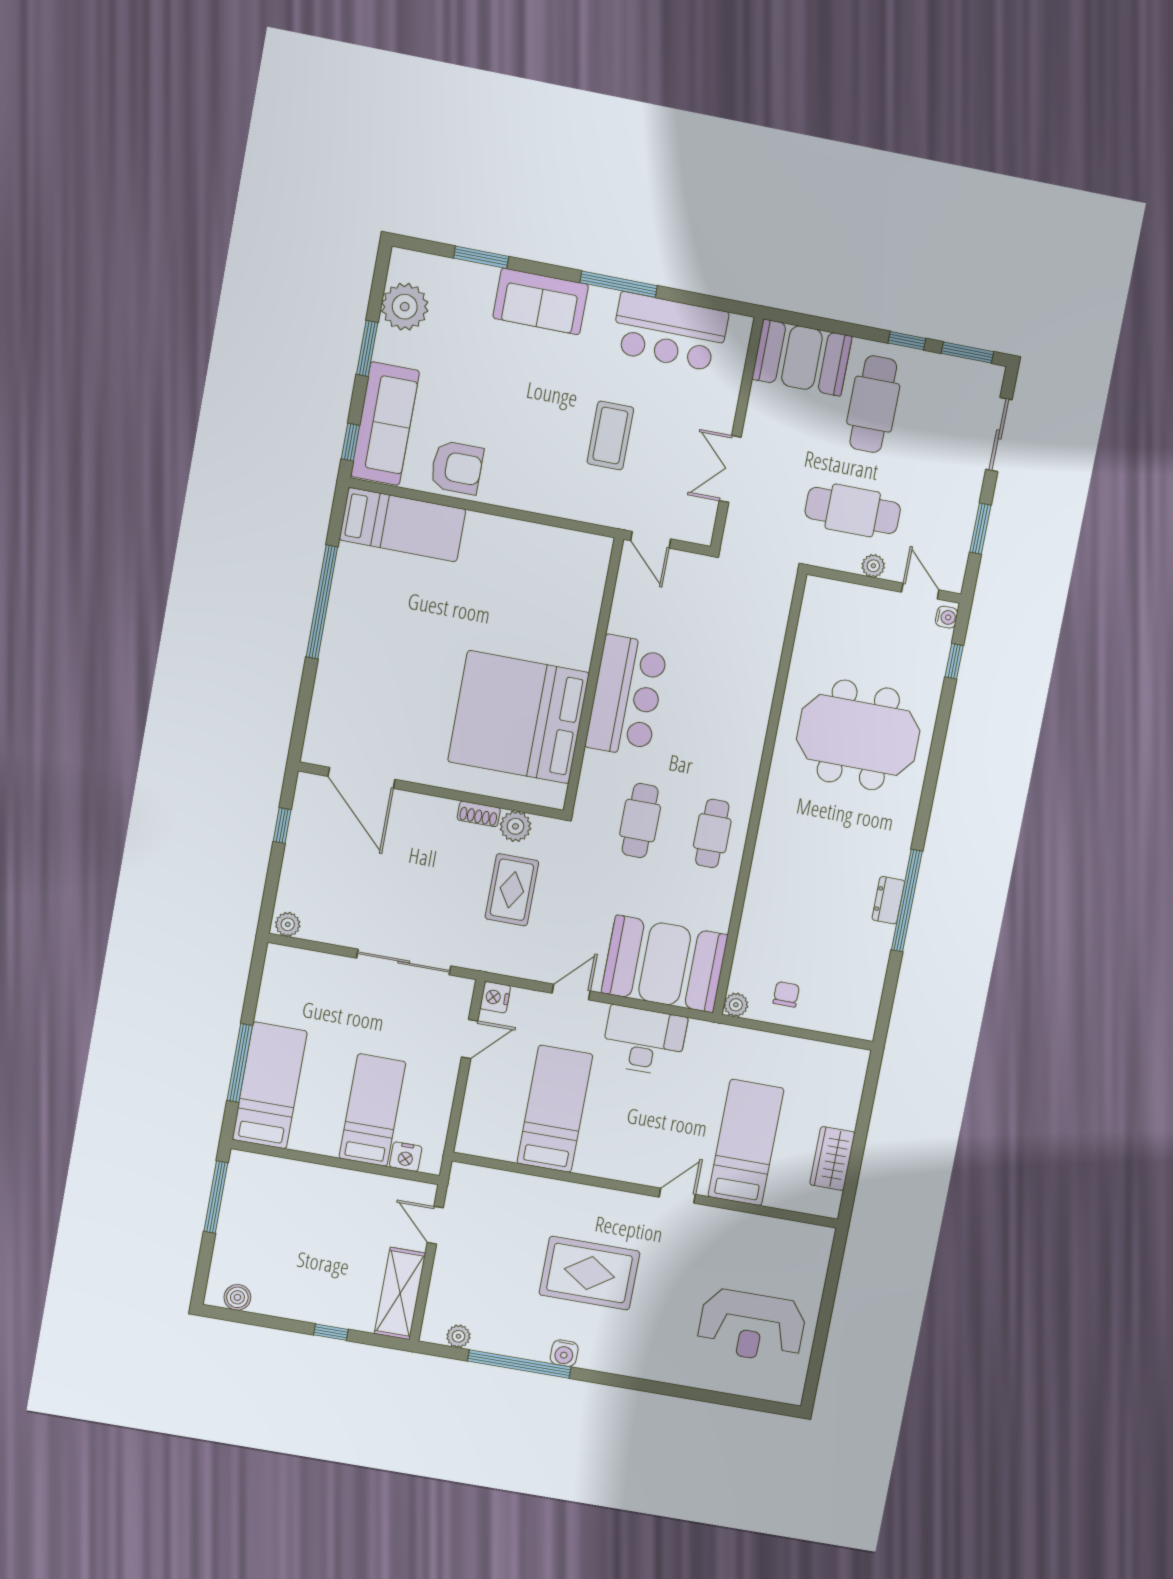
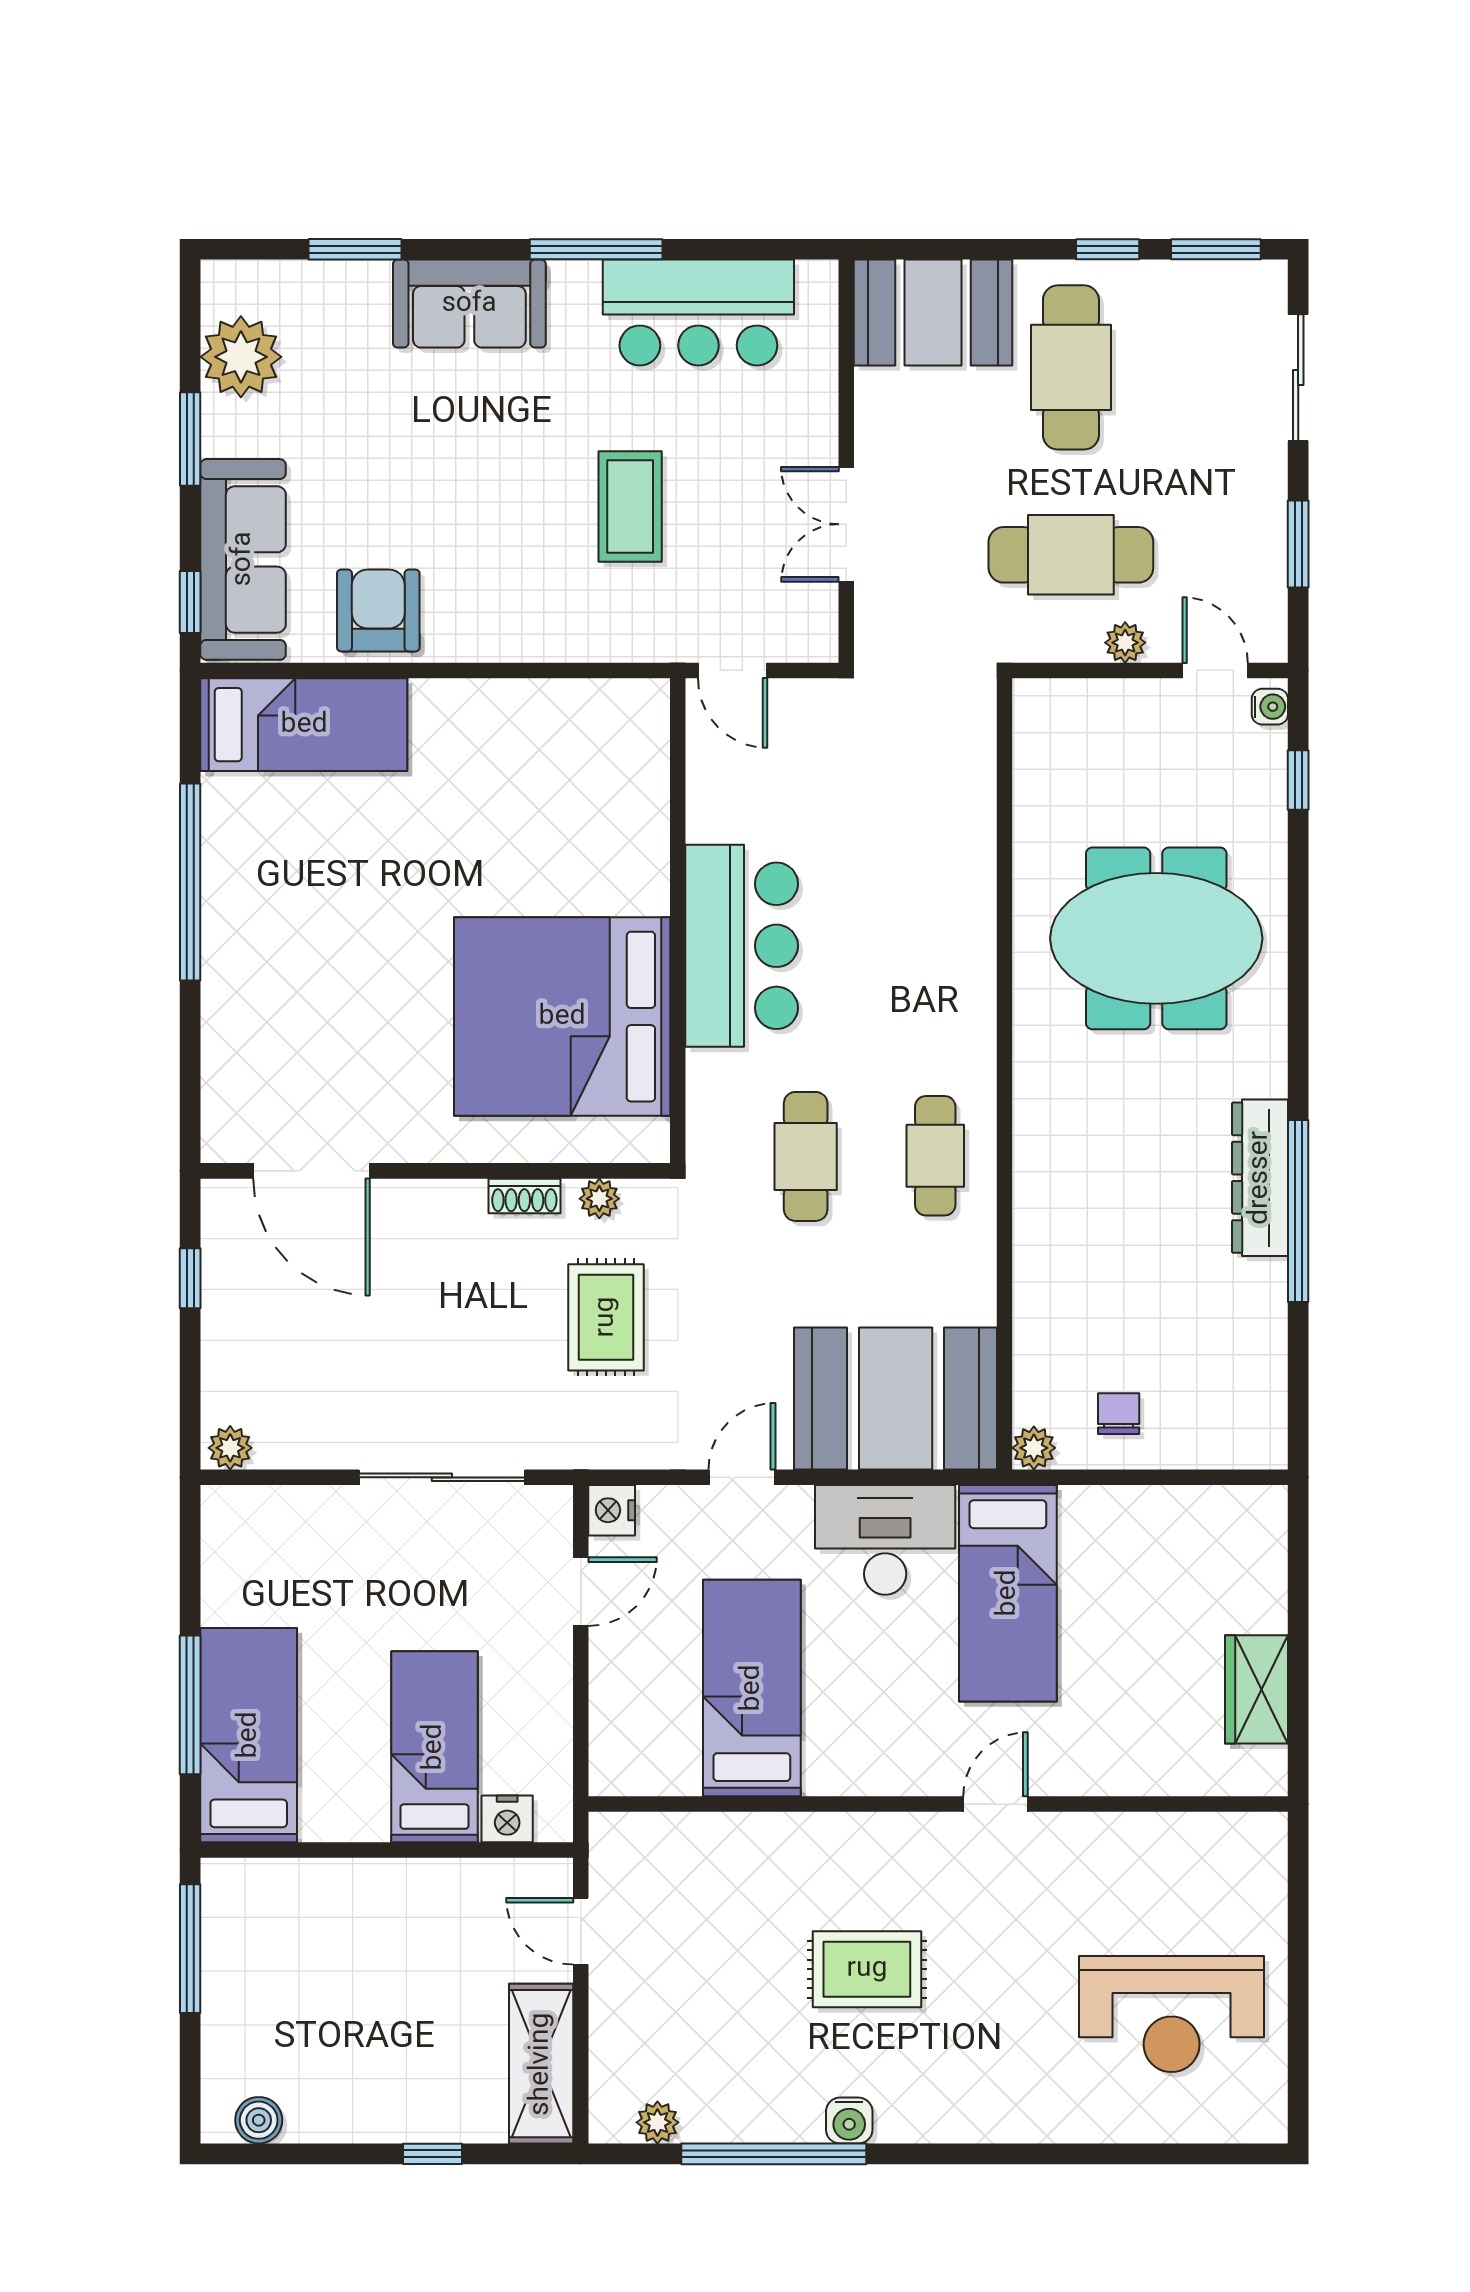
armchair: (457, 468) -> (378, 611), turned -90
plant: (515, 826) -> (599, 1199), width x0.73, depth x0.73
dresser: (888, 900) -> (1260, 1178), width x1.96, depth x1.24
bed: (746, 1142) -> (1008, 1593), moved, turned 180
rug: (589, 1273) -> (867, 1969), width x0.73, depth x0.70

